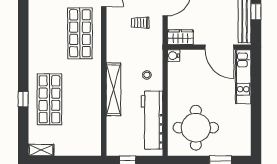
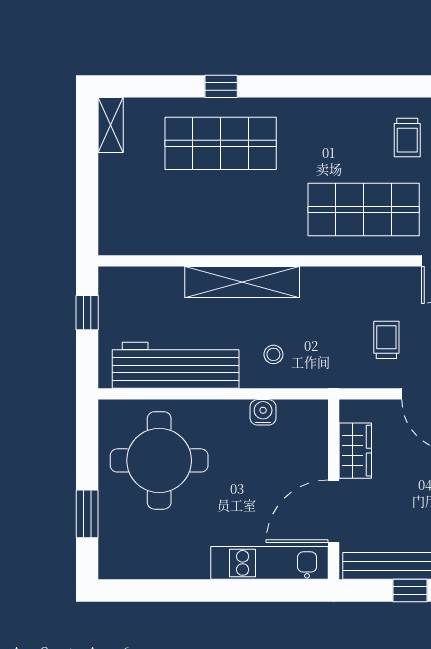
trolley: (47, 13) -> (407, 137), added
wardrobe: (180, 37) -> (355, 451), moved
water cooler: (174, 56) -> (263, 412), moved

